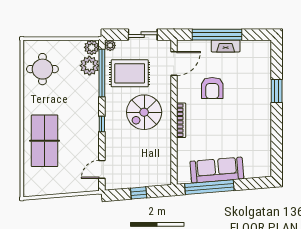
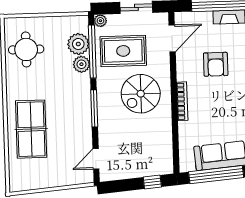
plant: (92, 47) -> (81, 64), moved
window: (102, 124) -> (94, 108), width x2.17
window: (139, 193) -> (152, 182), moved

